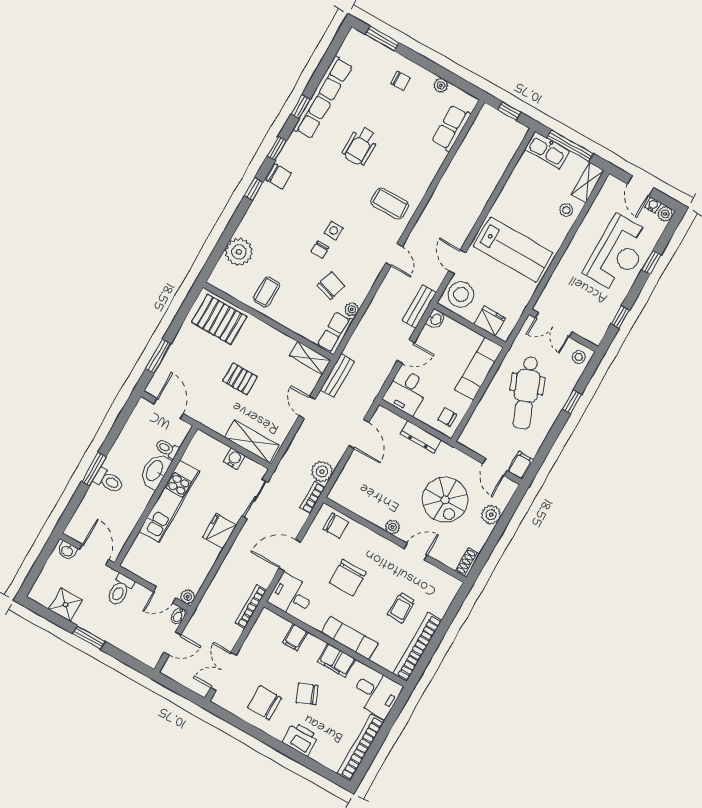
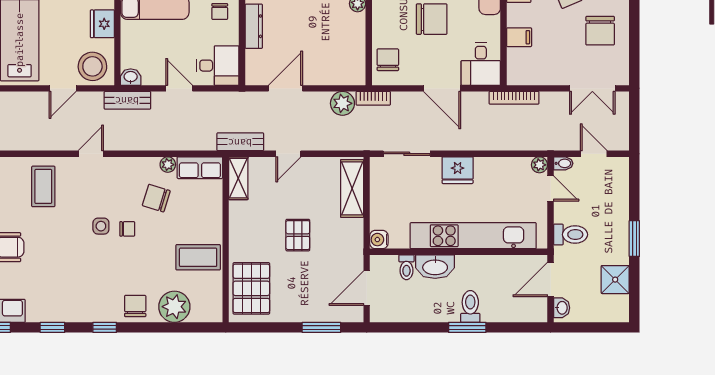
chair: (279, 176) -> (135, 306), moved
coffee table: (267, 292) -> (198, 257), width x1.36, depth x1.30
water cooler: (234, 459) -> (379, 240), moved
kitchen unit: (169, 501) -> (473, 236), width x1.36

